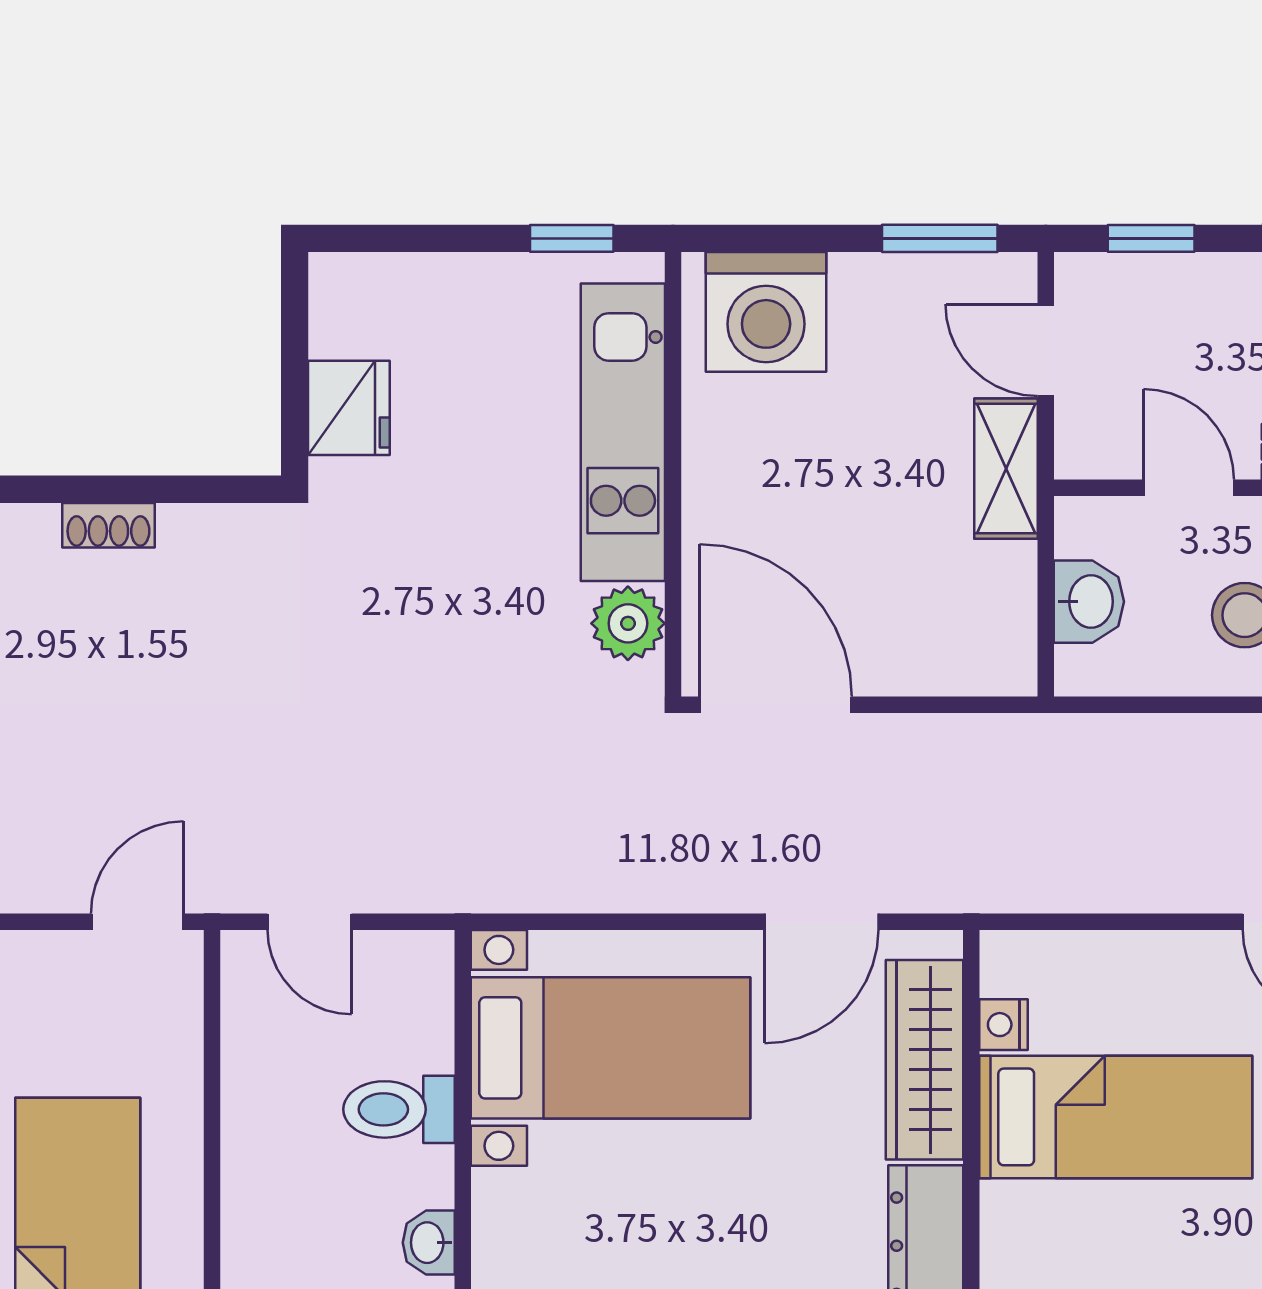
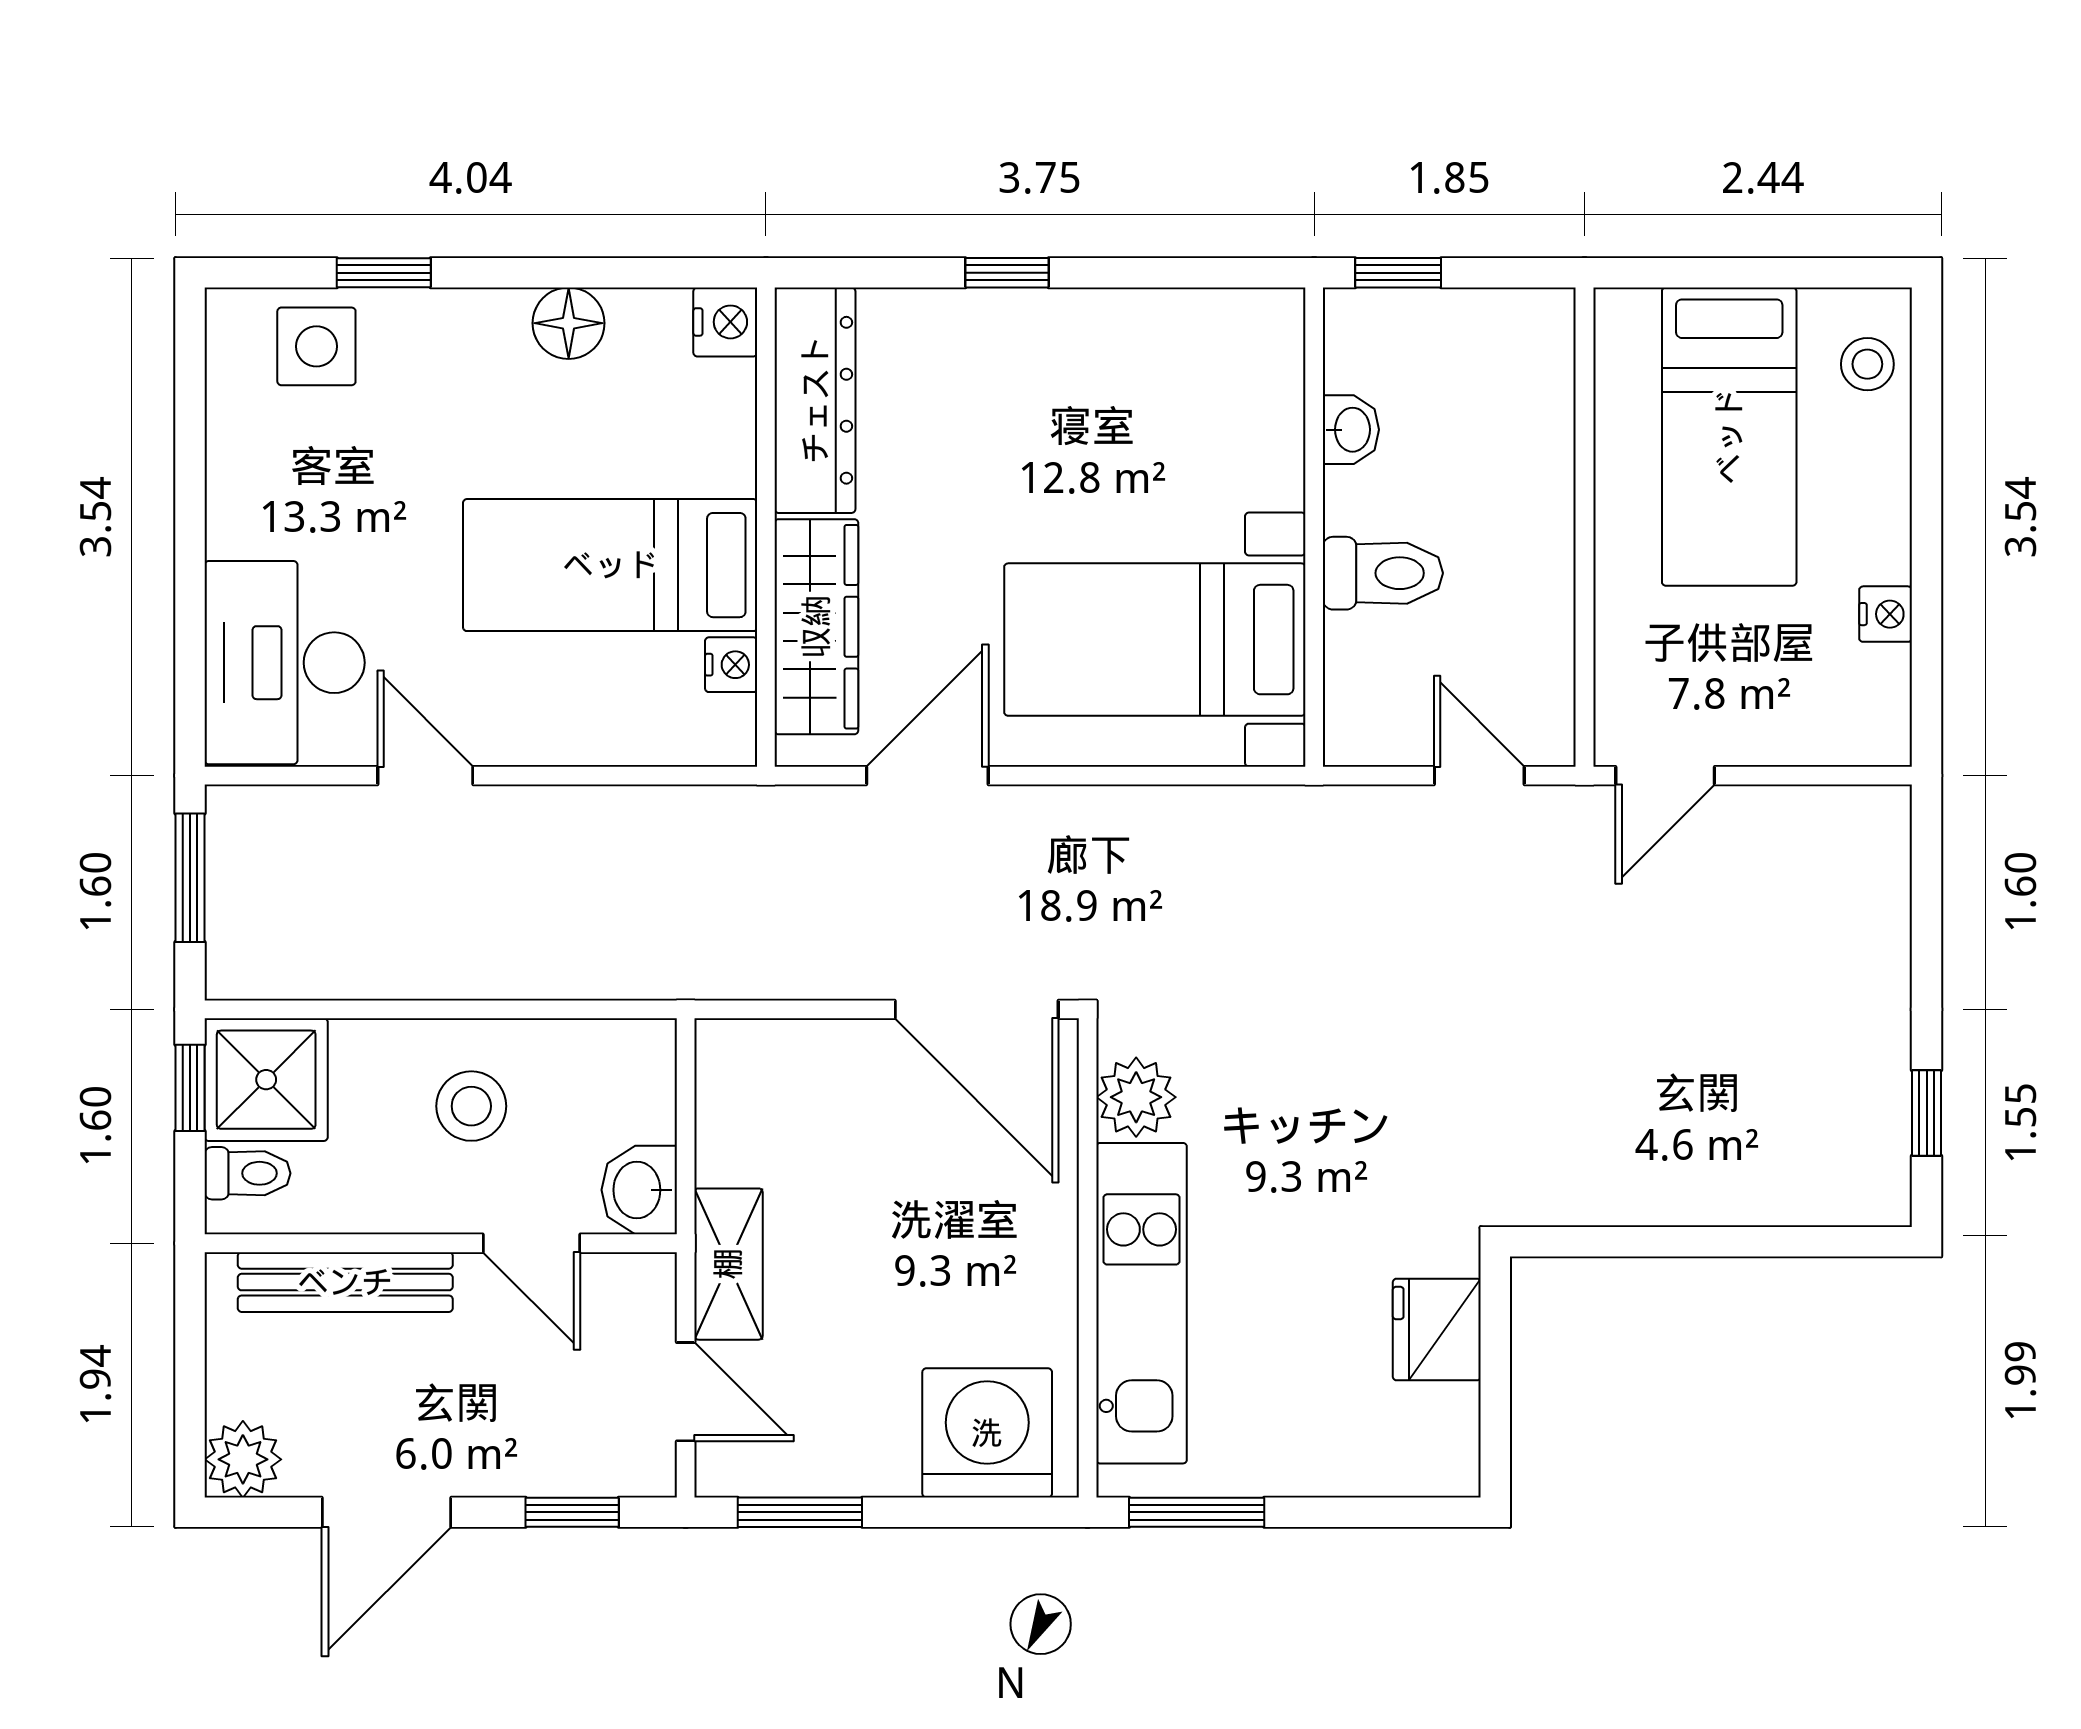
window: (572, 238) -> (1197, 1512), width x1.50
shoe rack: (108, 525) -> (1696, 1203), removed
washbasin: (1089, 602) -> (639, 1190), moved

